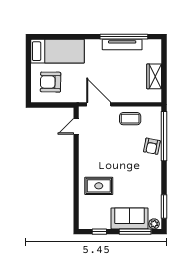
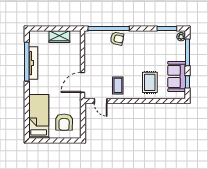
coffee table: (130, 119) -> (118, 85), moved
sofa: (130, 218) -> (177, 76), moved

